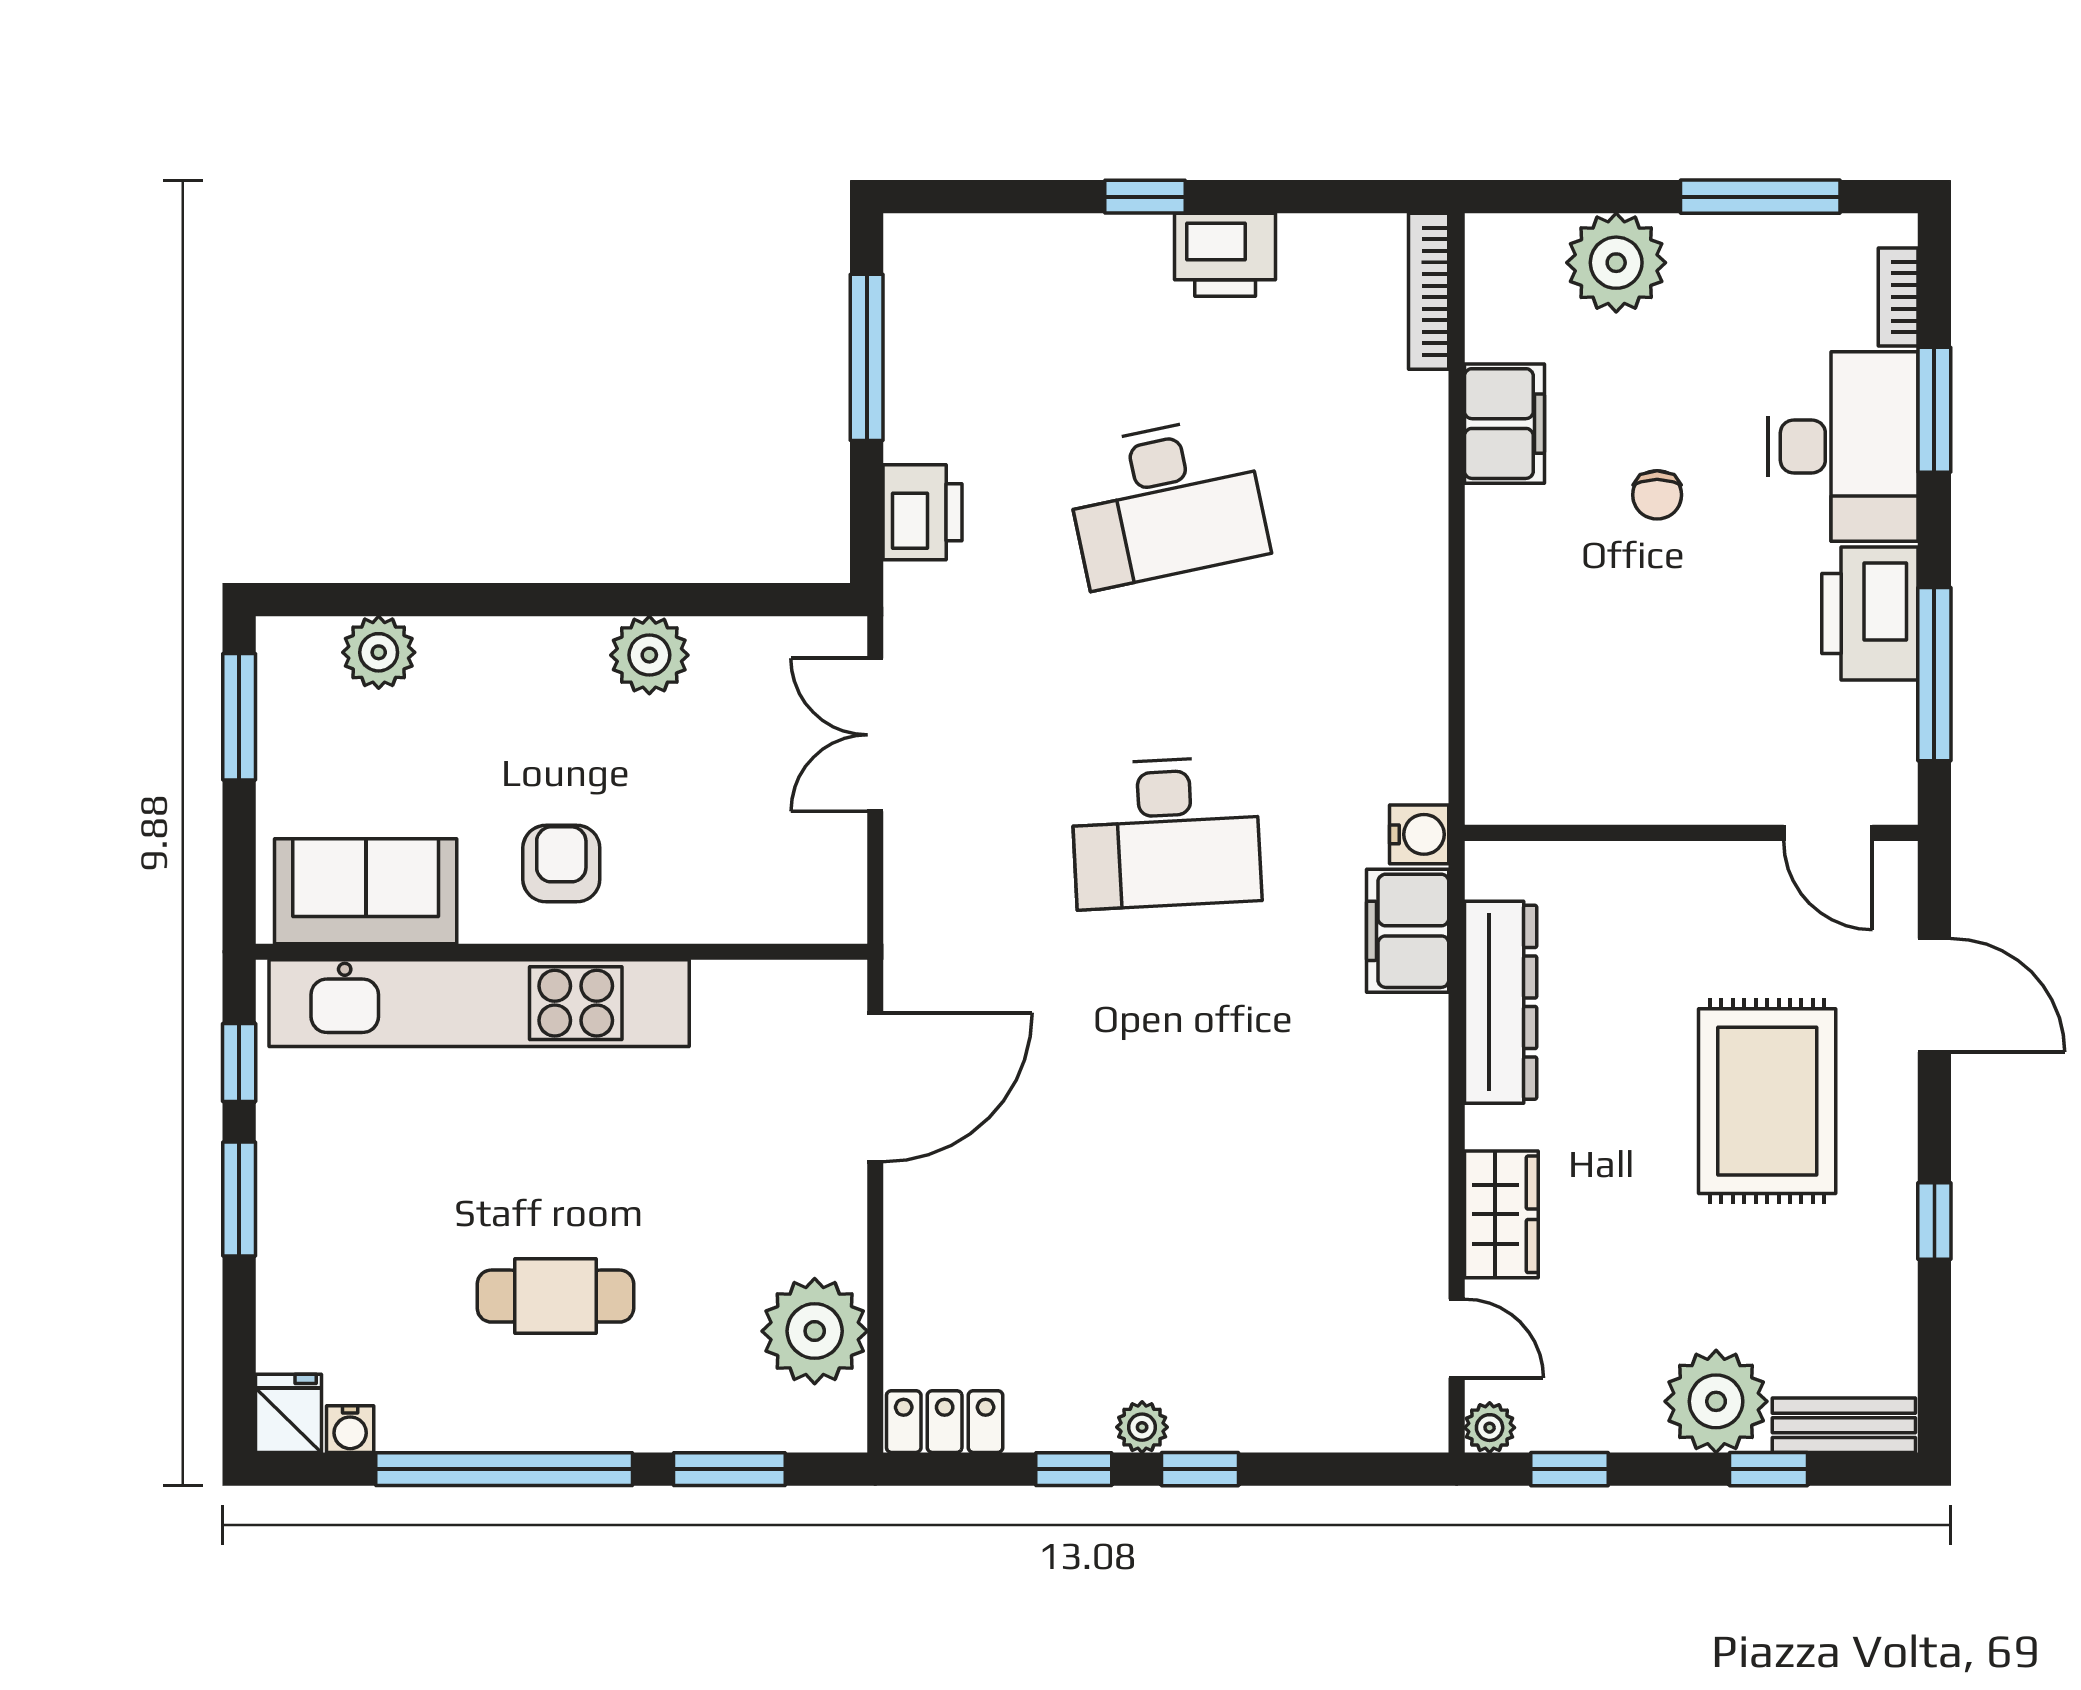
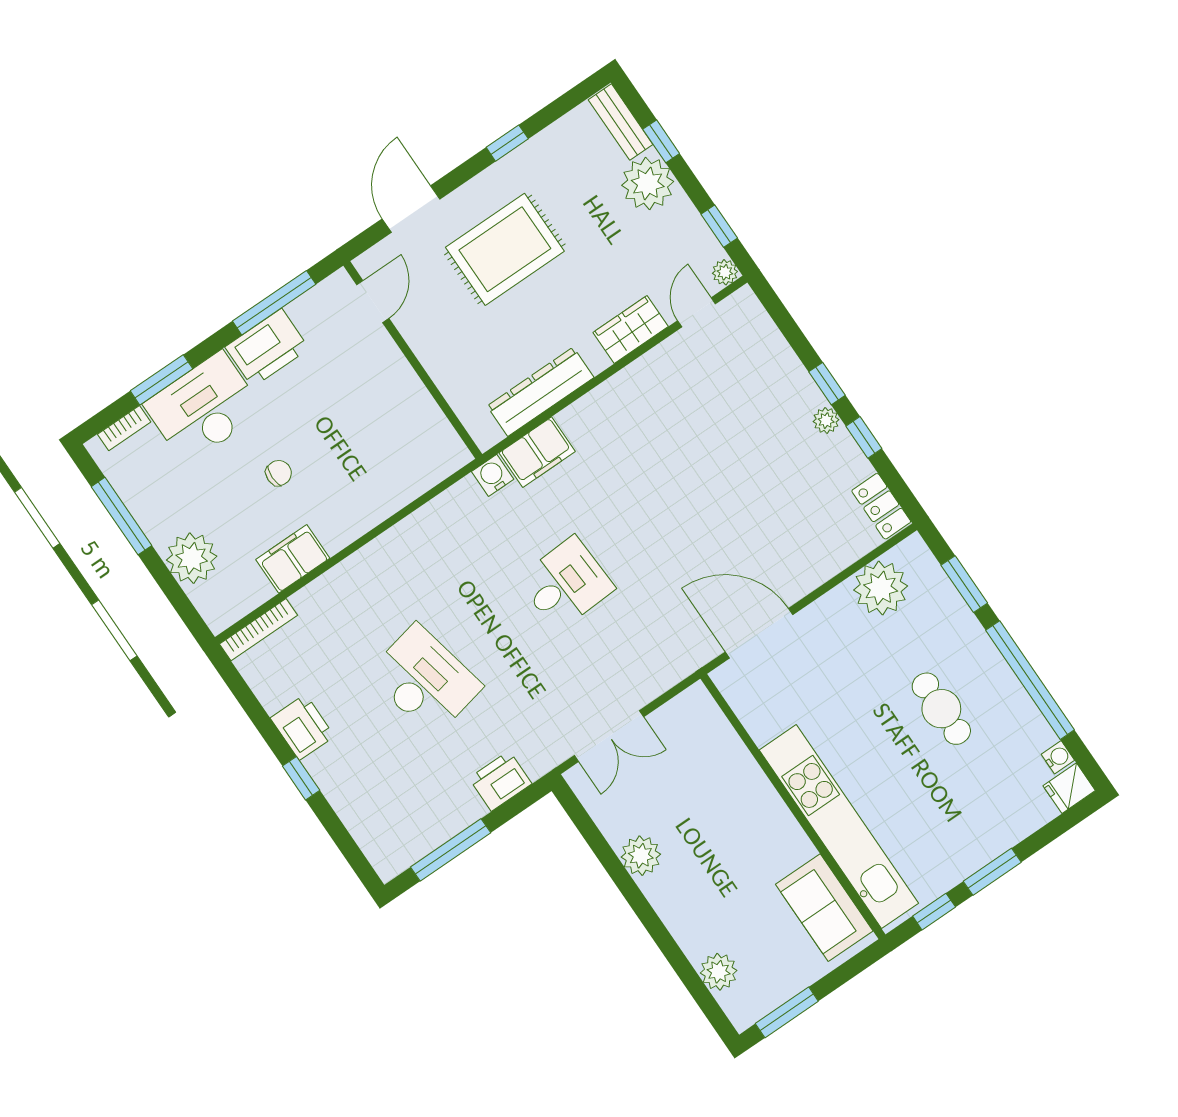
desk: (1166, 833) -> (566, 584), width x0.73
armchair: (561, 864) -> (755, 832), removed

